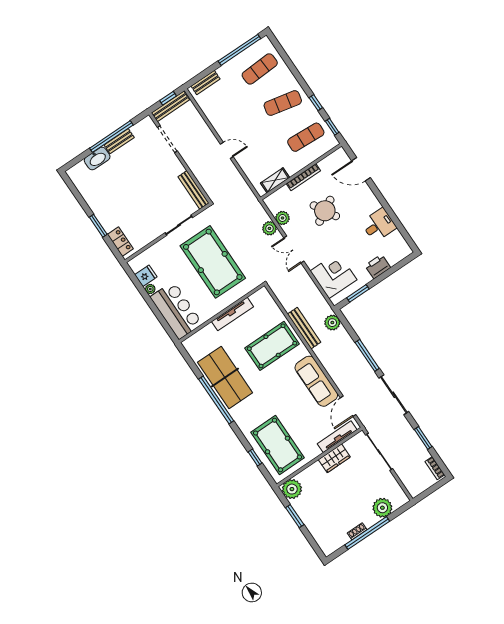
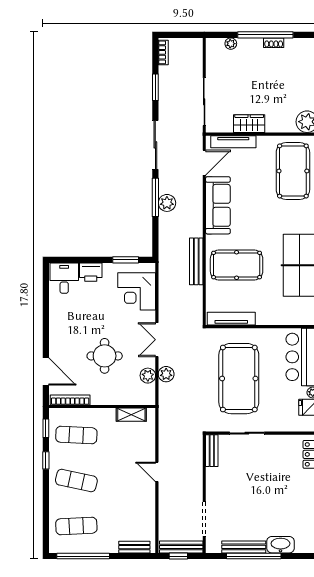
bench: (119, 141) -> (244, 547), width x1.36
bookcase: (303, 177) -> (70, 400), moved
bench: (193, 190) -> (212, 451), width x0.73
round table: (325, 211) -> (105, 356), turned 30
desk: (379, 225) -> (64, 278), moved, turned 90
double door: (294, 249) -> (157, 340), swing flipped
tv unit: (233, 314) -> (231, 319), moved
plant: (332, 323) -> (167, 203), moved
plant: (382, 508) -> (231, 44), width x0.53, depth x0.53

